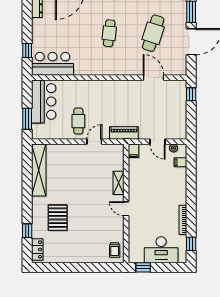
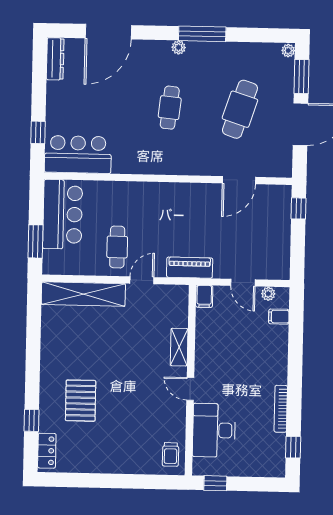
door: (154, 78) -> (239, 180), swing flipped
shelving: (39, 170) -> (83, 294), moved, turned 90
desk: (161, 250) -> (214, 430), moved, turned 90

